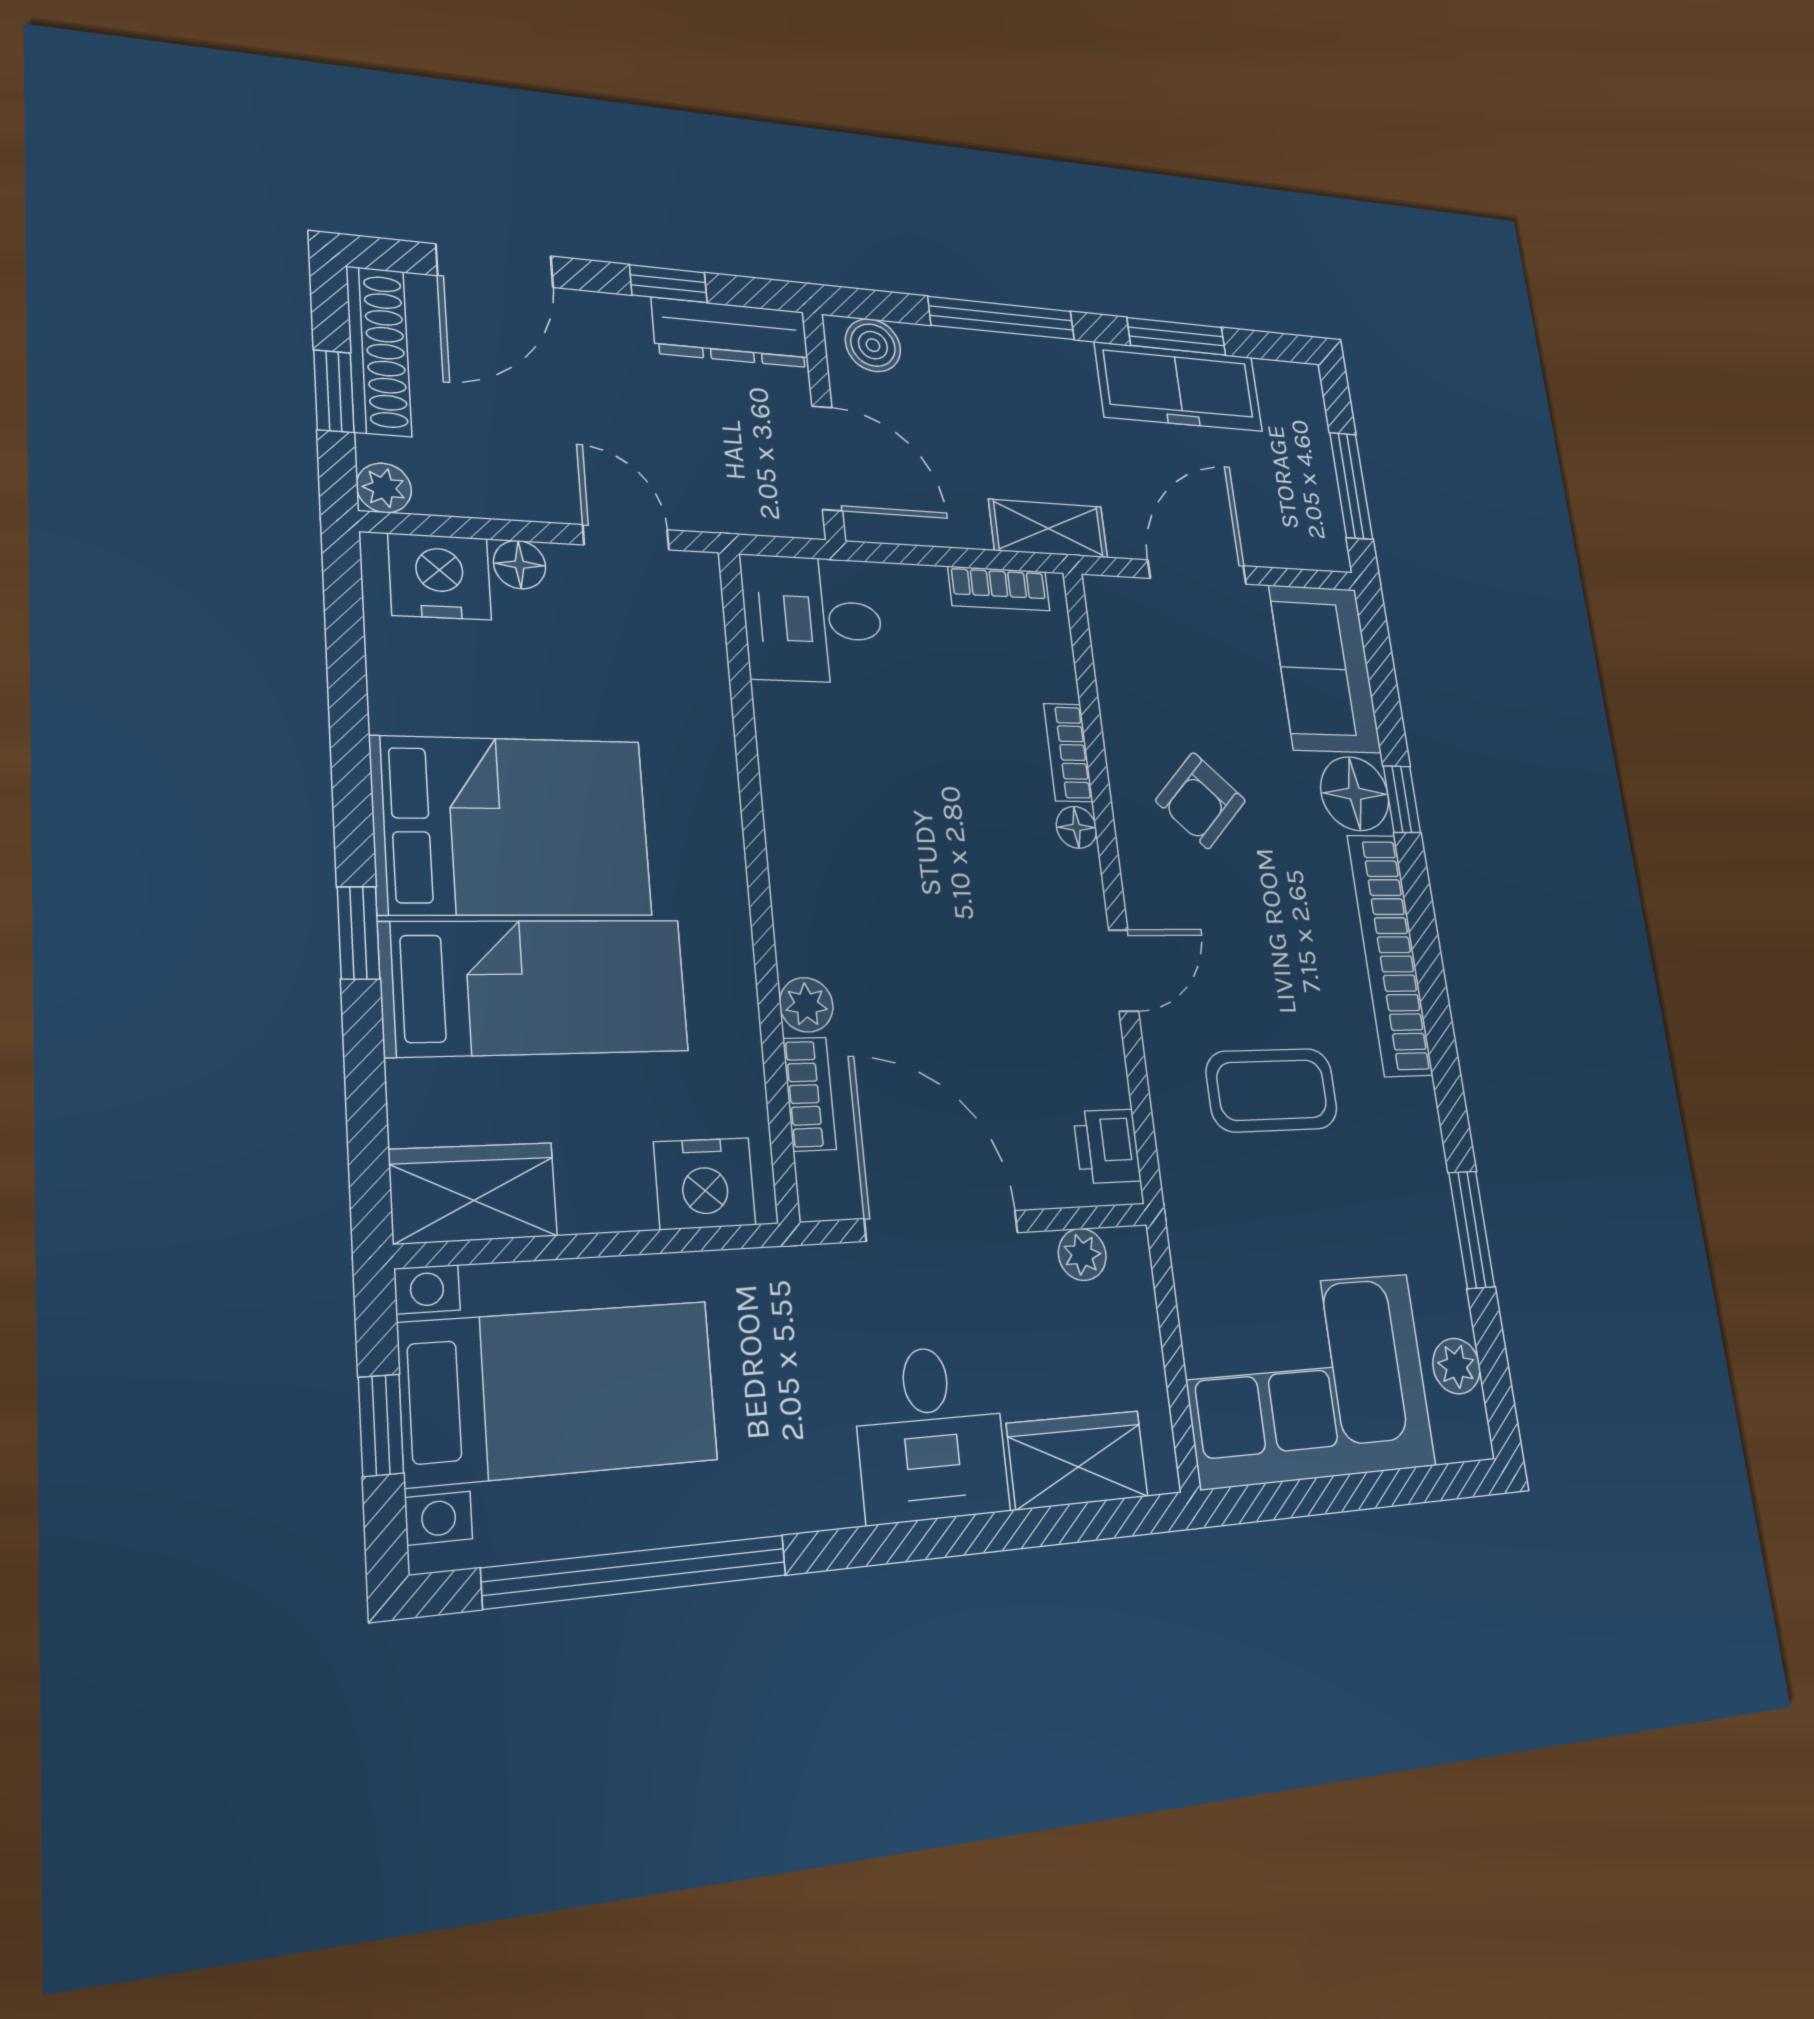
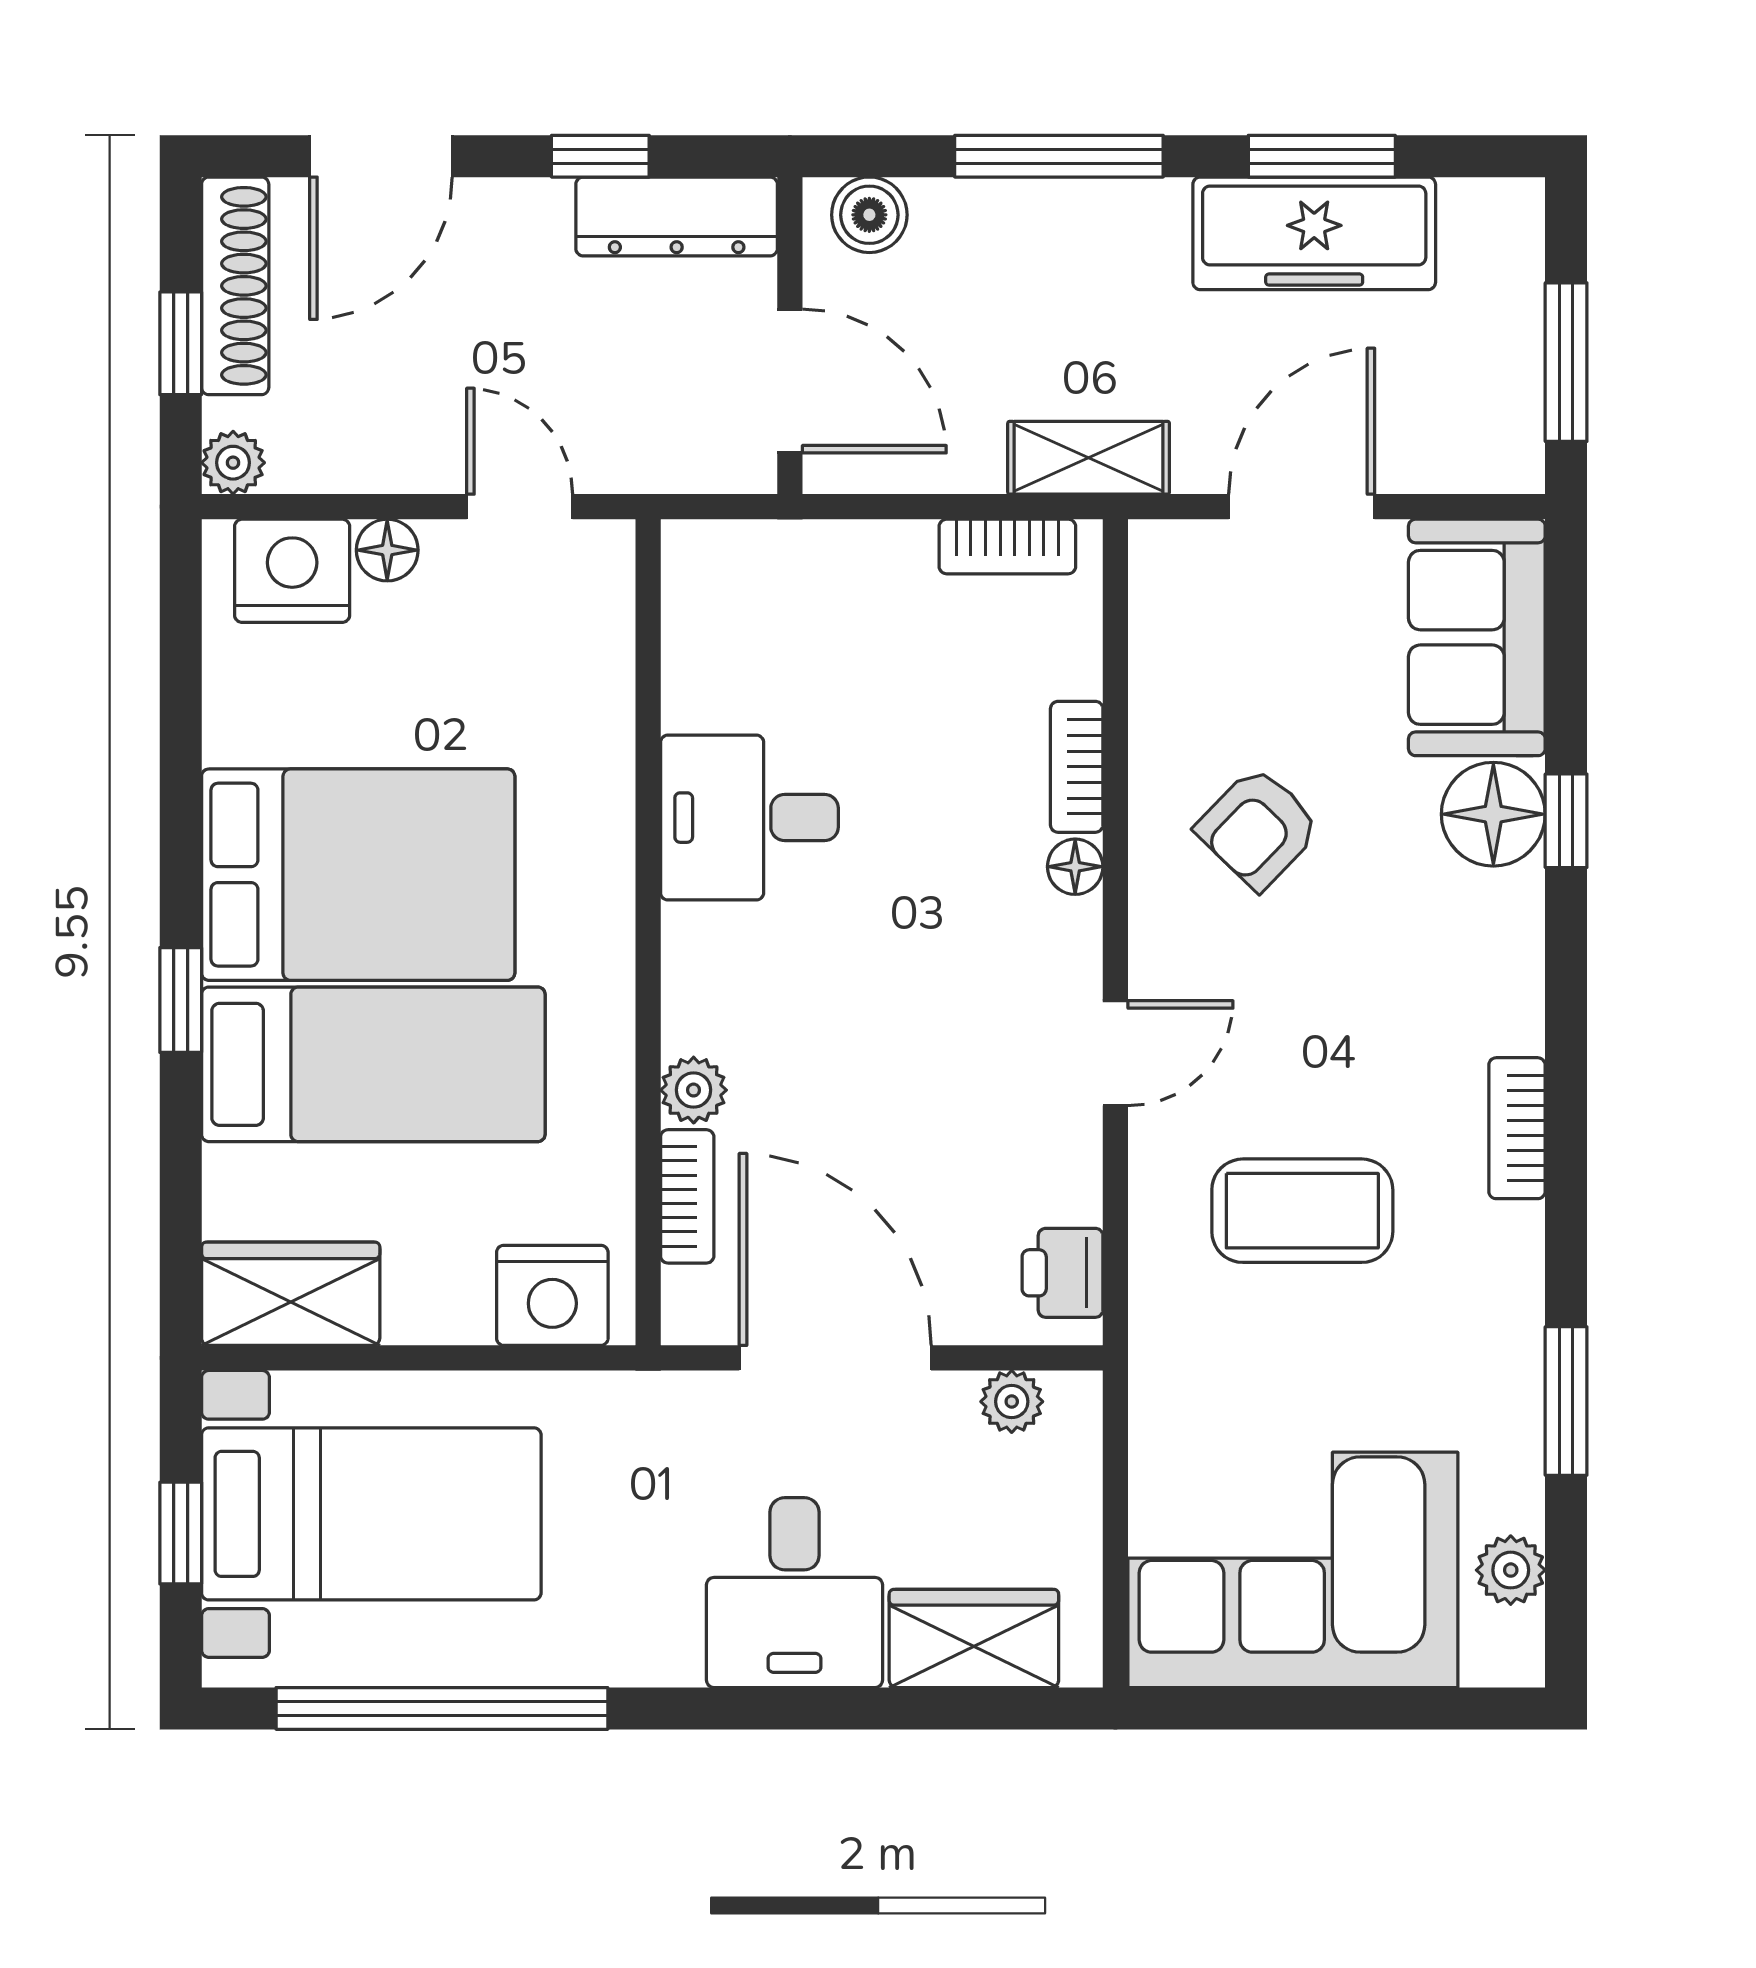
desk: (813, 619) -> (749, 818), moved
bookcase: (1390, 954) -> (1517, 1128), width x0.43, depth x0.76

